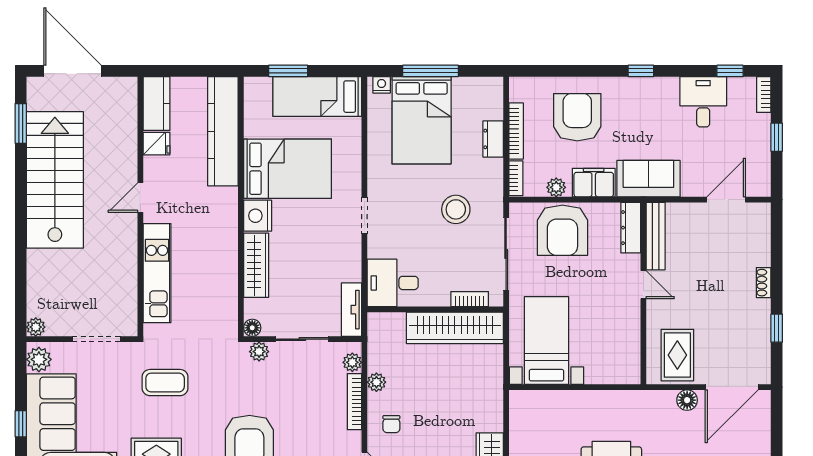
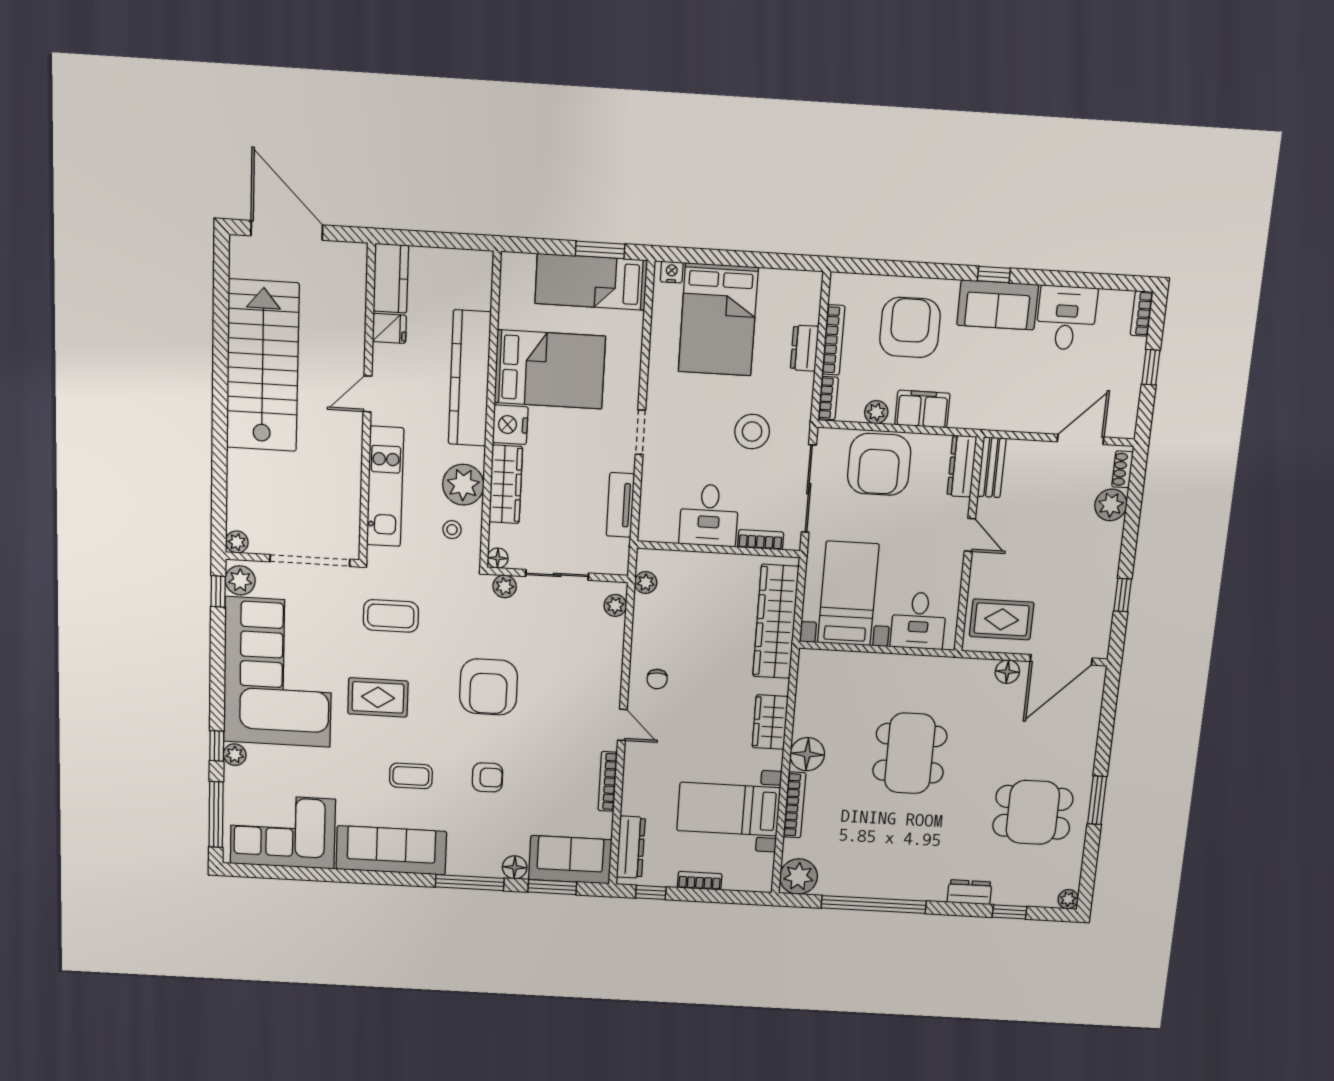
window: (288, 71) -> (600, 250), moved
window: (431, 71) -> (734, 258), removed
window: (730, 71) -> (1104, 281), removed
window: (21, 123) -> (221, 293), removed
kitchen counter: (223, 131) -> (470, 378), moved
sofa: (648, 179) -> (998, 305), moved, turned 180
bench: (656, 236) -> (992, 467), width x0.73
plant: (758, 252) -> (1111, 505), added
plant: (221, 268) -> (463, 485), added
desk: (393, 283) -> (709, 515), moved, turned -90
shoe rack: (764, 283) -> (1122, 469), moved
stool: (213, 306) -> (452, 530), added
tv unit: (351, 310) -> (620, 505), moved
wardrobe: (455, 328) -> (776, 622), moved, turned 90
doorway: (97, 339) -> (310, 560), width x1.36
rug: (677, 355) -> (1002, 619), turned 90
desk: (608, 360) -> (919, 621), added
plant: (376, 382) -> (646, 583), moved
bookcase: (354, 402) -> (615, 651), removed
window: (21, 424) -> (218, 591), moved

